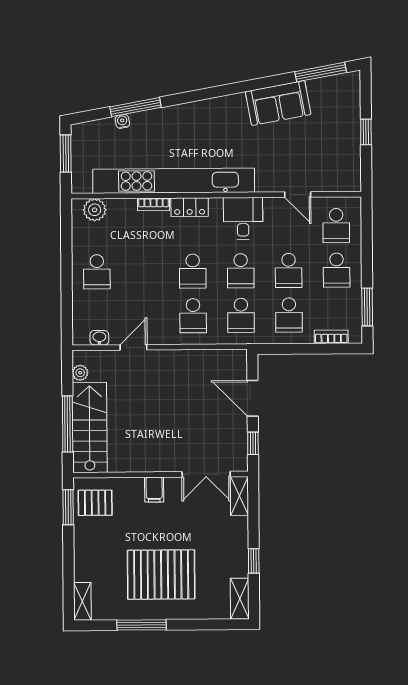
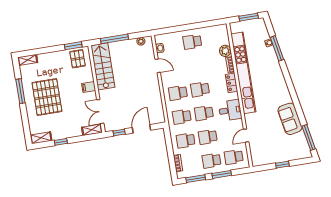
plant: (95, 210) -> (225, 51), moved
window: (367, 254) -> (222, 174), added
stairs: (90, 427) -> (103, 66), moved, turned -90

